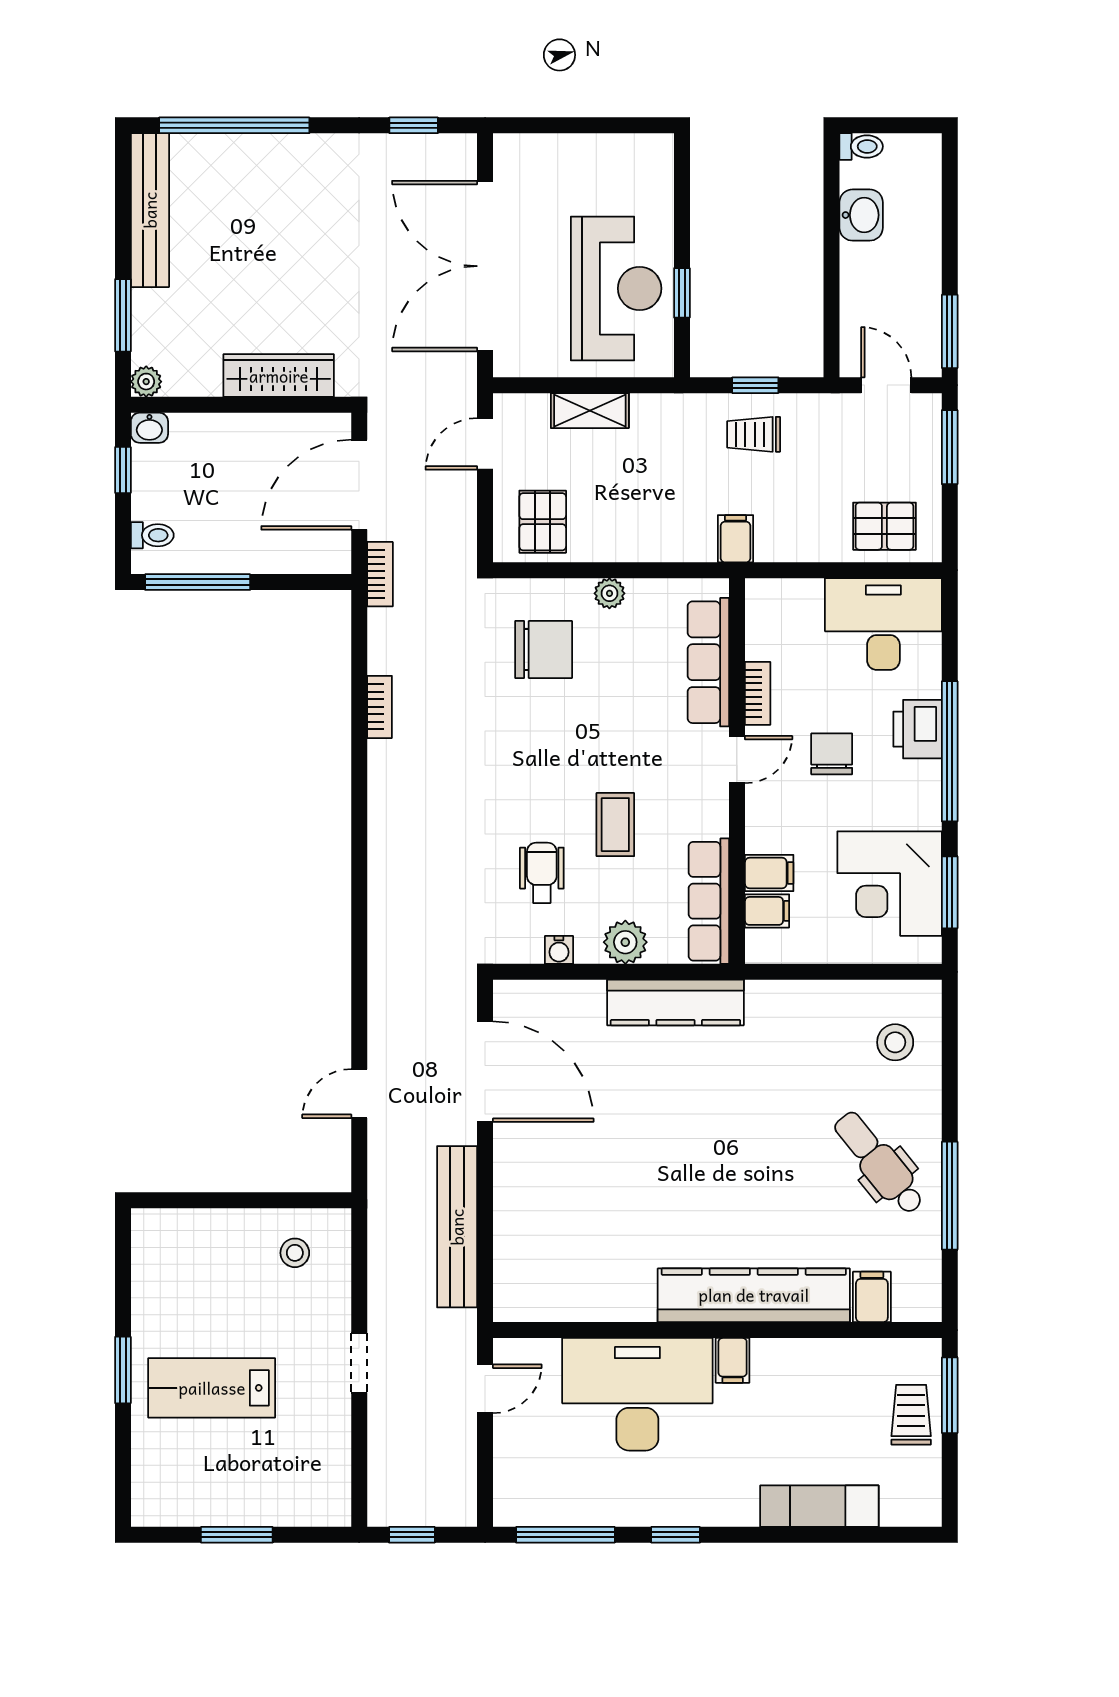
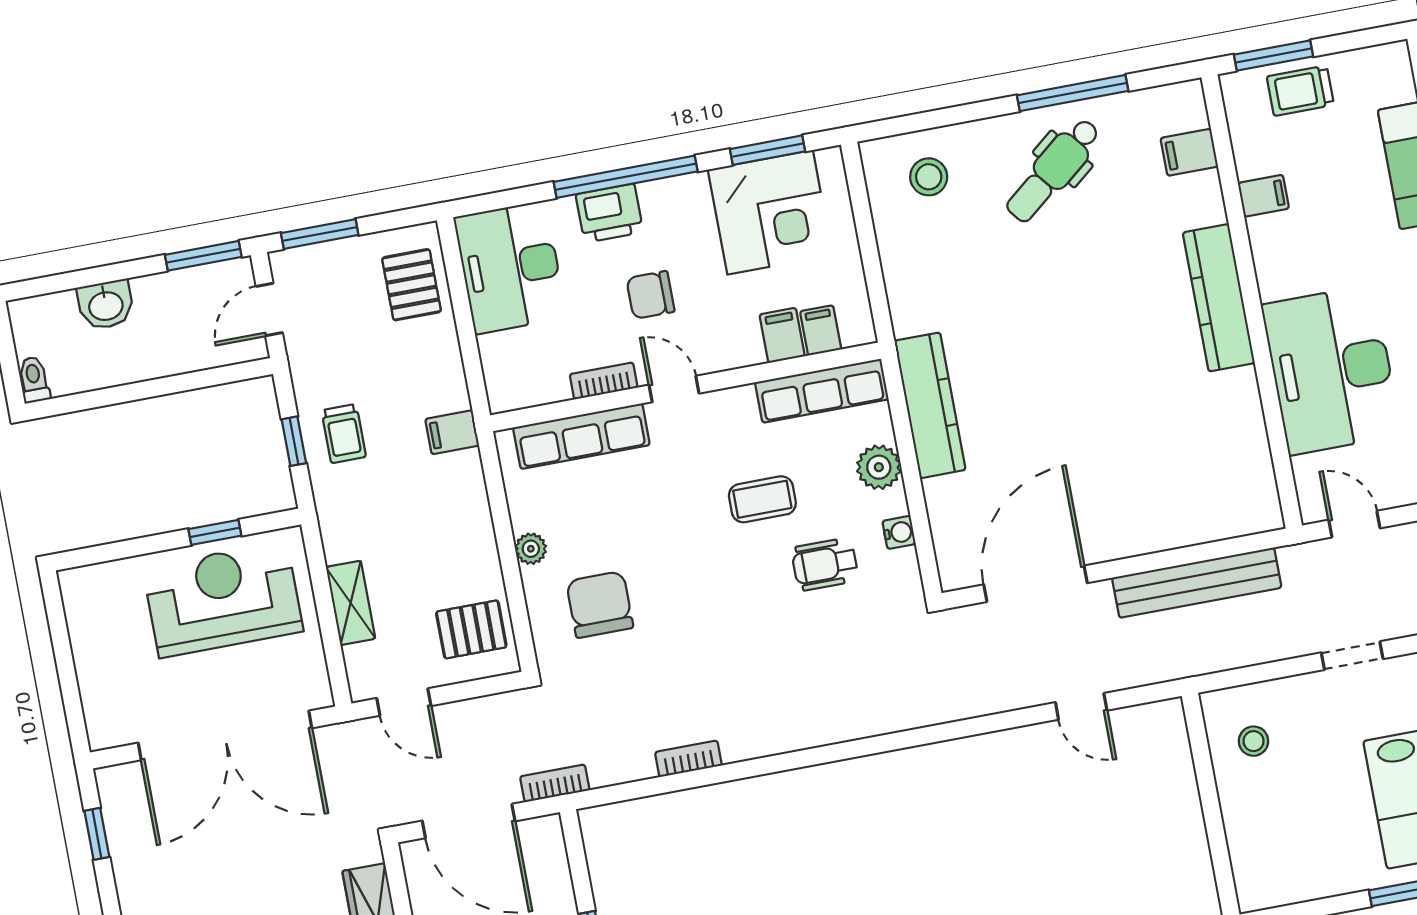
washbasin: (861, 215) -> (106, 305), moved, turned 180
kitchen counter: (754, 1295) -> (1219, 298), width x0.72, depth x0.86
filing cabinet: (733, 1360) -> (1263, 196), moved

